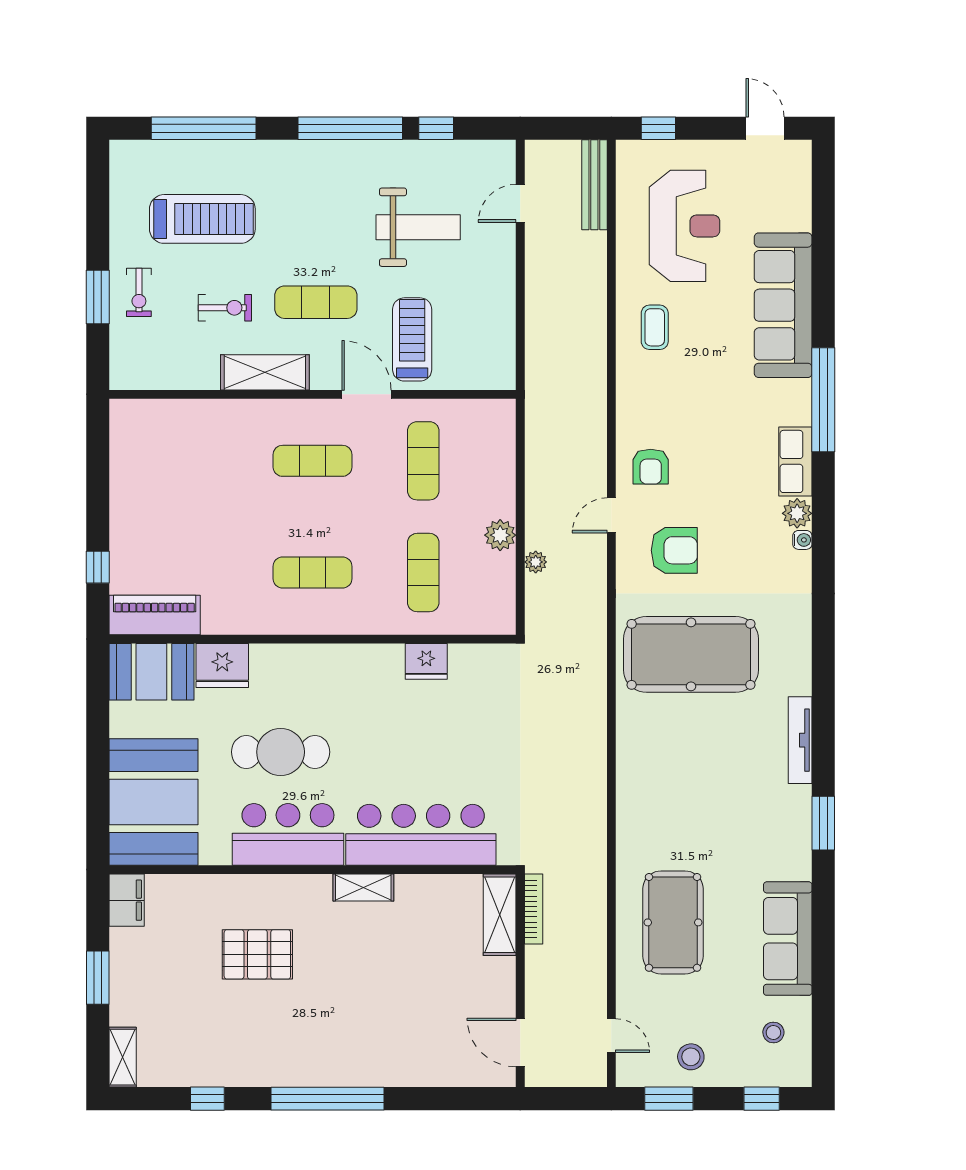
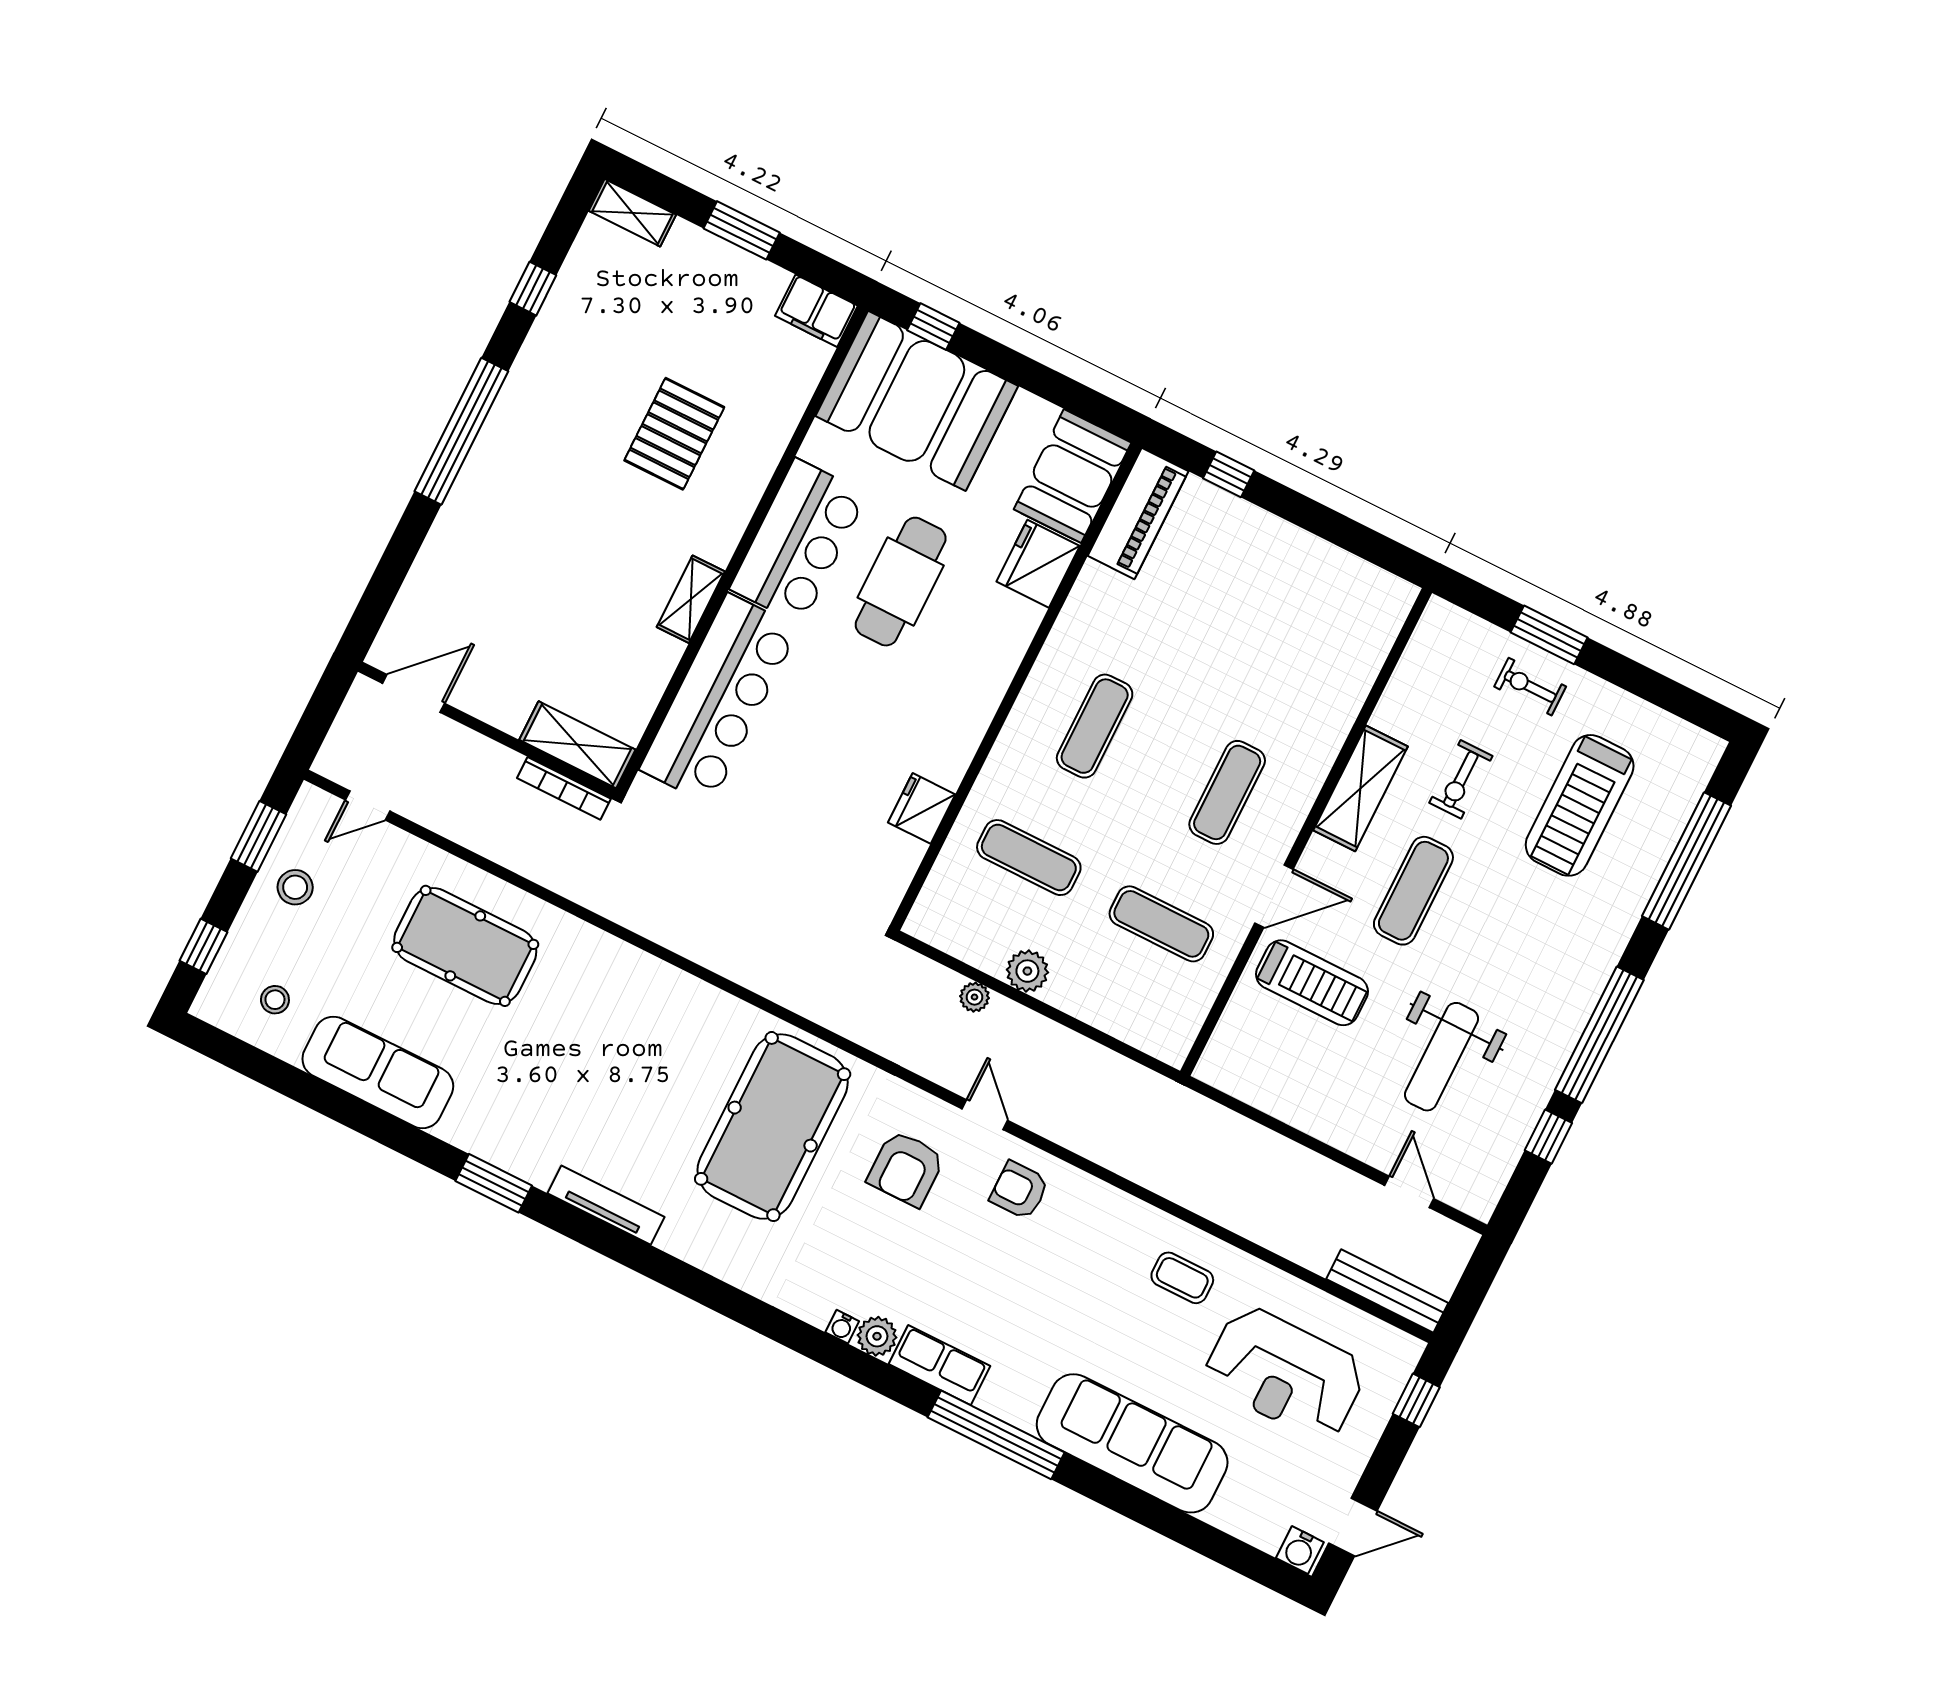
water cooler: (798, 156) -> (1300, 1550), added
window: (98, 816) -> (933, 326), added

